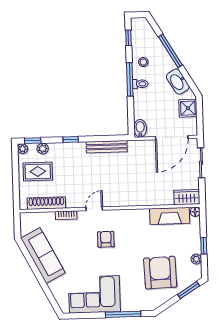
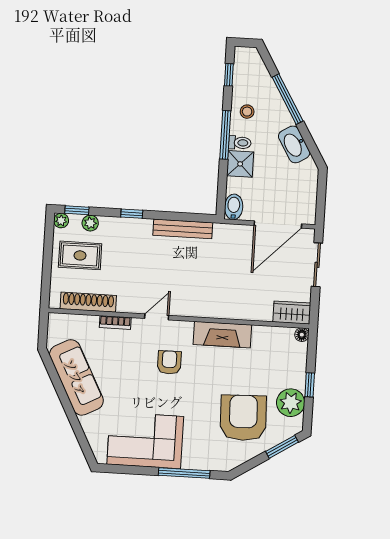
shower: (188, 108) -> (240, 164), moved
fireplace: (170, 216) -> (222, 335), moved
plant: (196, 259) -> (291, 403), width x1.88, depth x1.88

